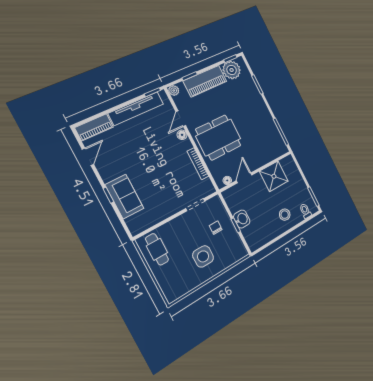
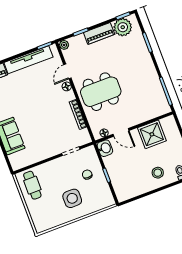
piano: (205, 81) -> (99, 33), width x0.73, depth x0.75
door: (244, 178) -> (121, 132), swing flipped
washbasin: (242, 219) -> (105, 148), moved

